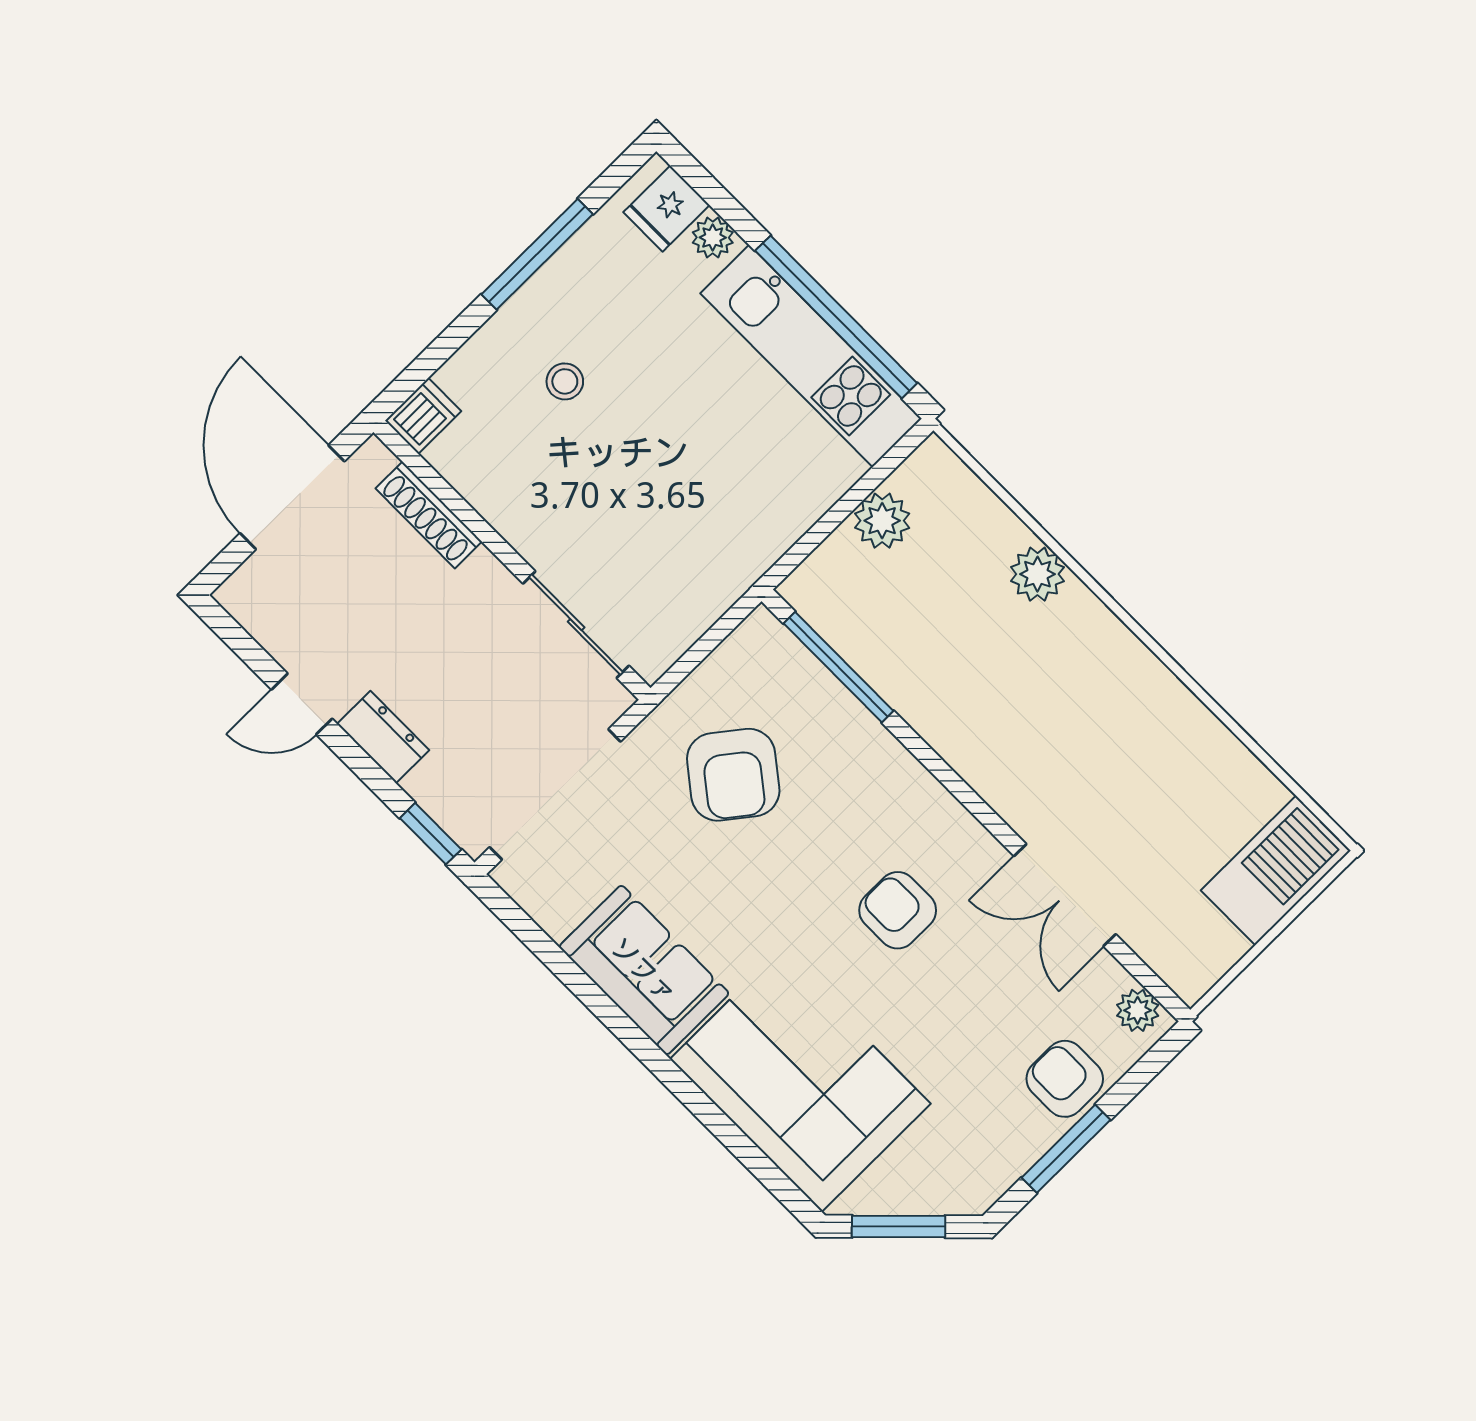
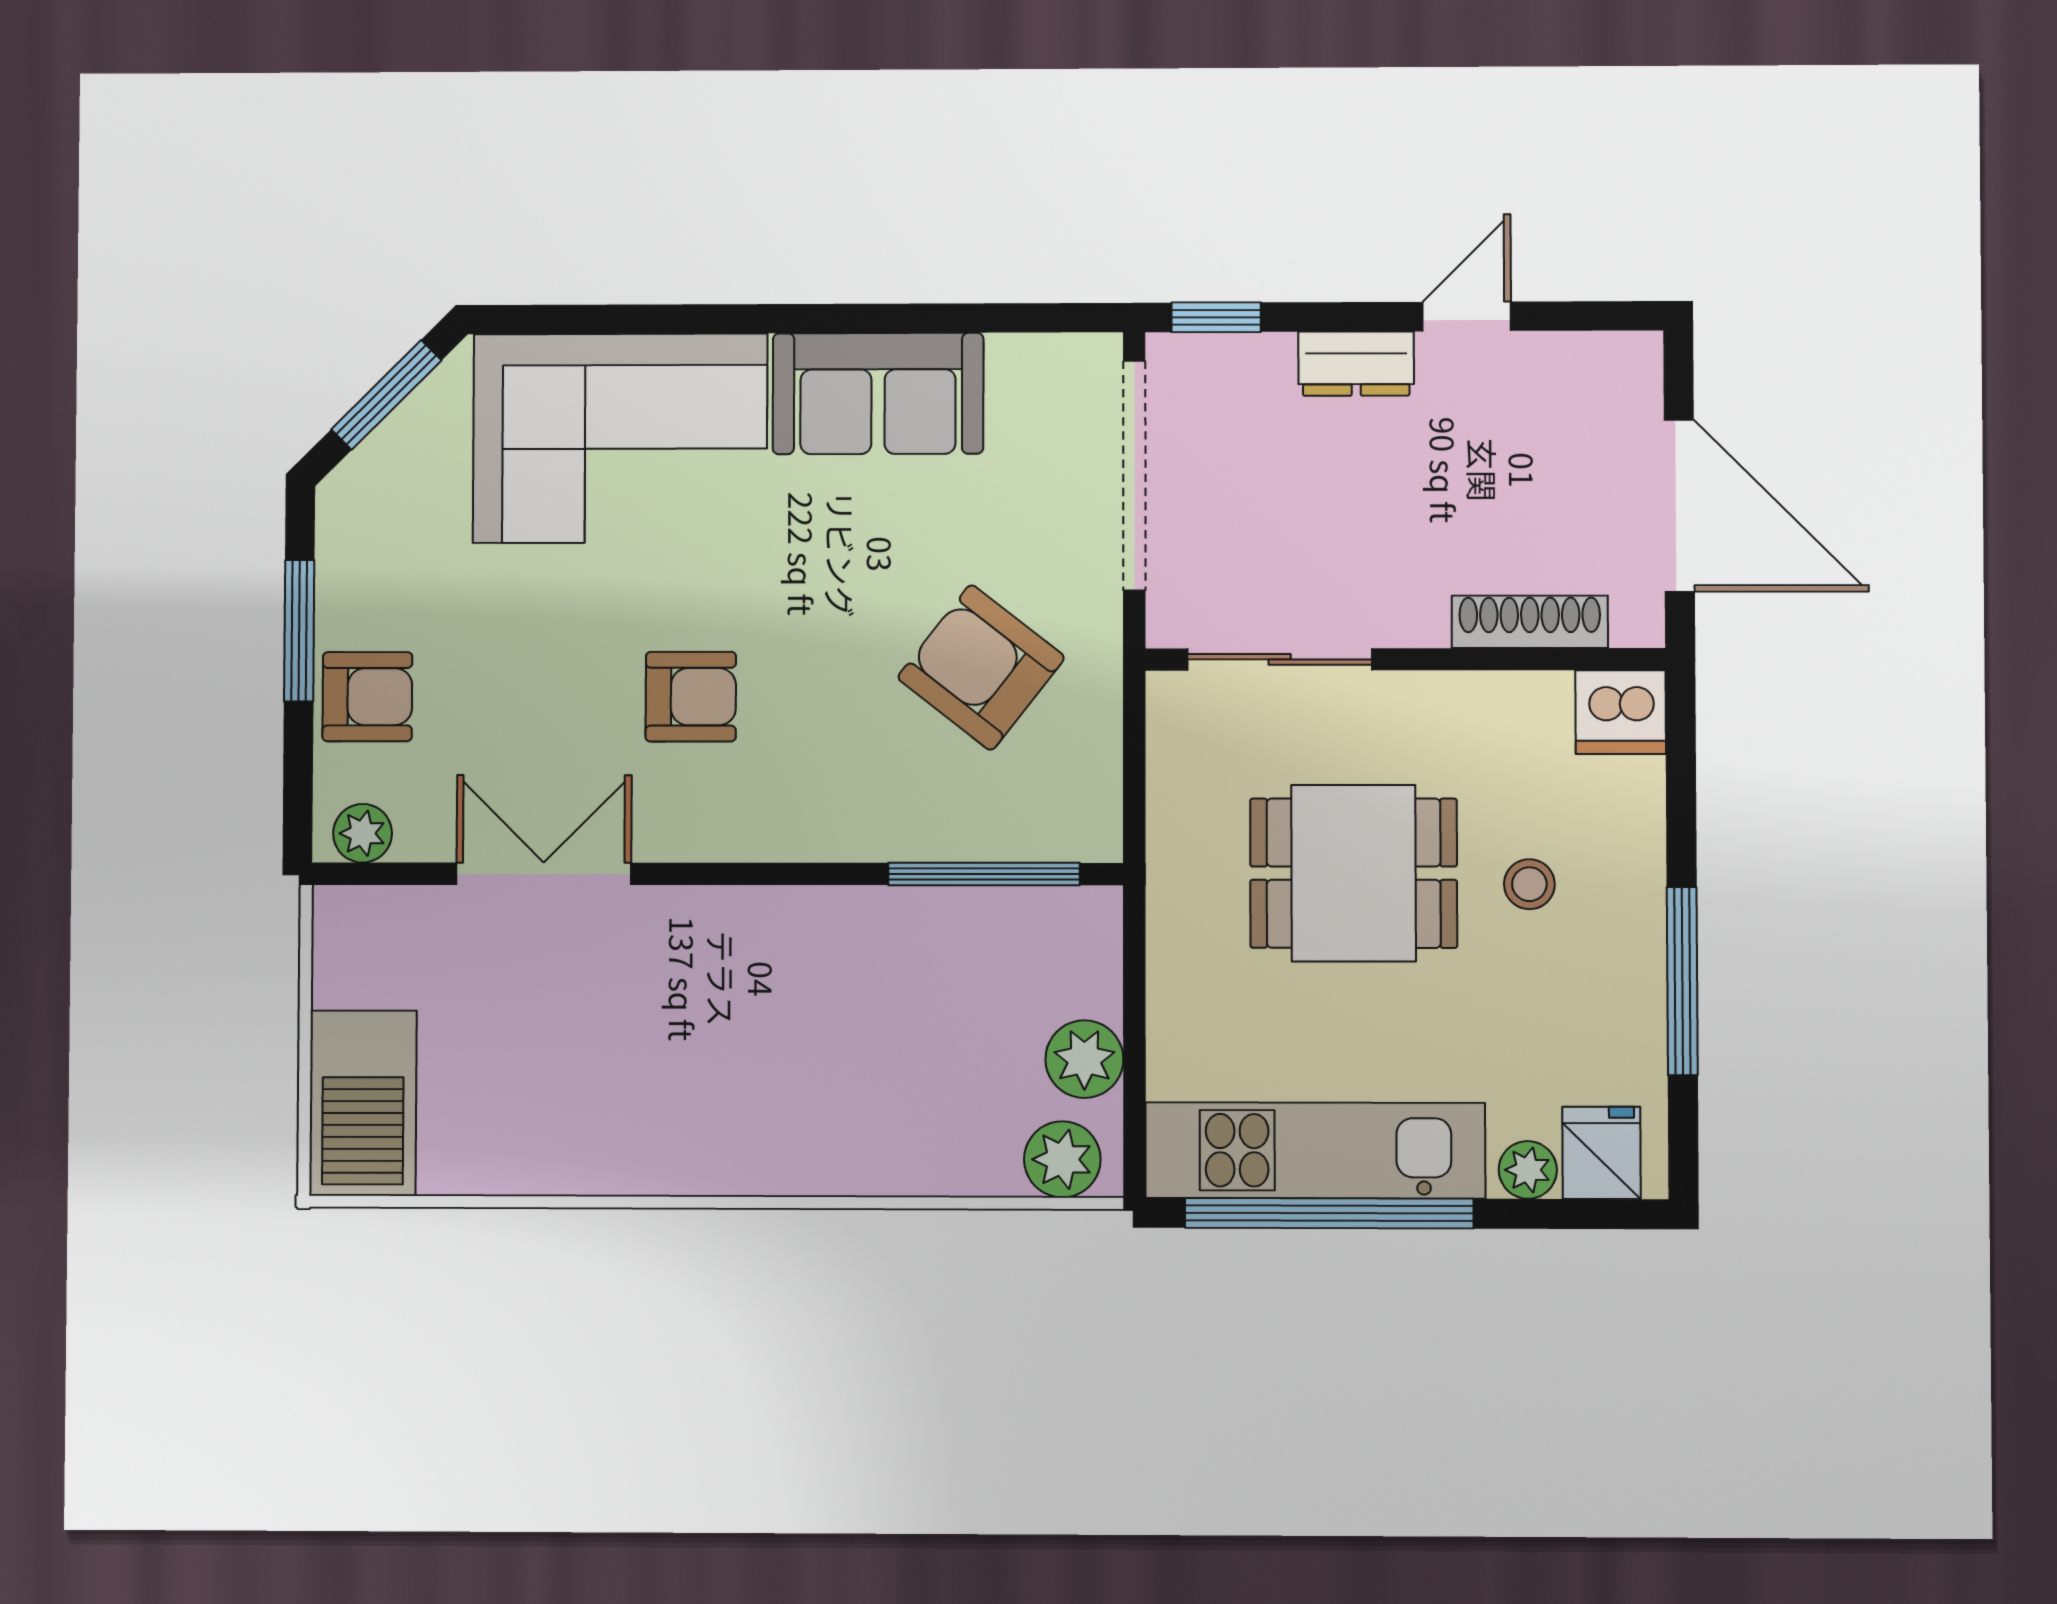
dishwasher: (423, 416) -> (1621, 712), width x1.38
dining table: (649, 477) -> (1354, 873), added
plant: (1037, 574) -> (1062, 1159), moved

